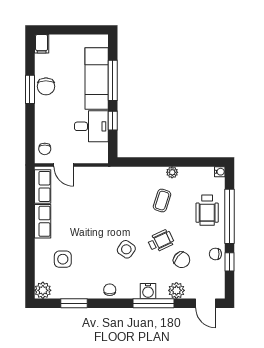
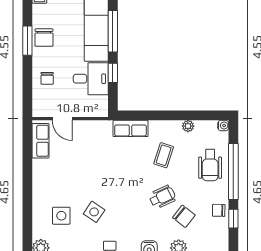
chair: (45, 149) -> (47, 78), moved
plant: (172, 172) -> (188, 126), moved
row of seats: (43, 221) -> (131, 128), moved, turned 90
side table: (126, 249) -> (94, 212), moved

